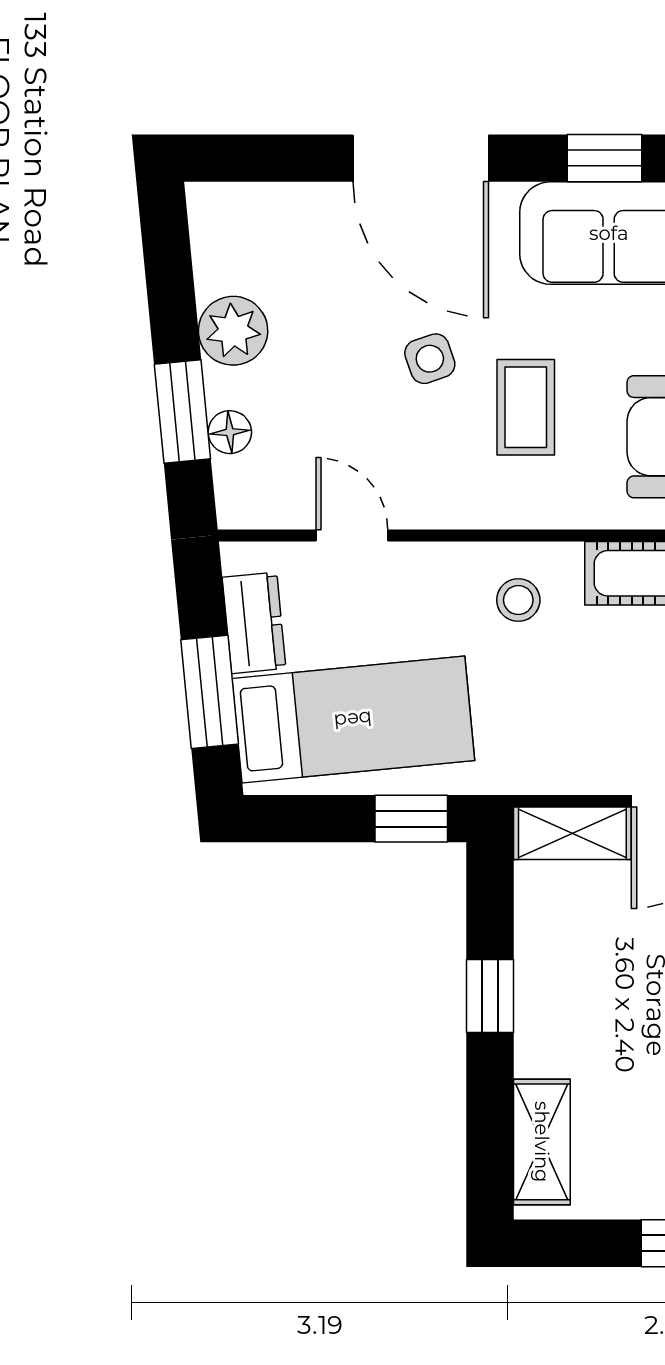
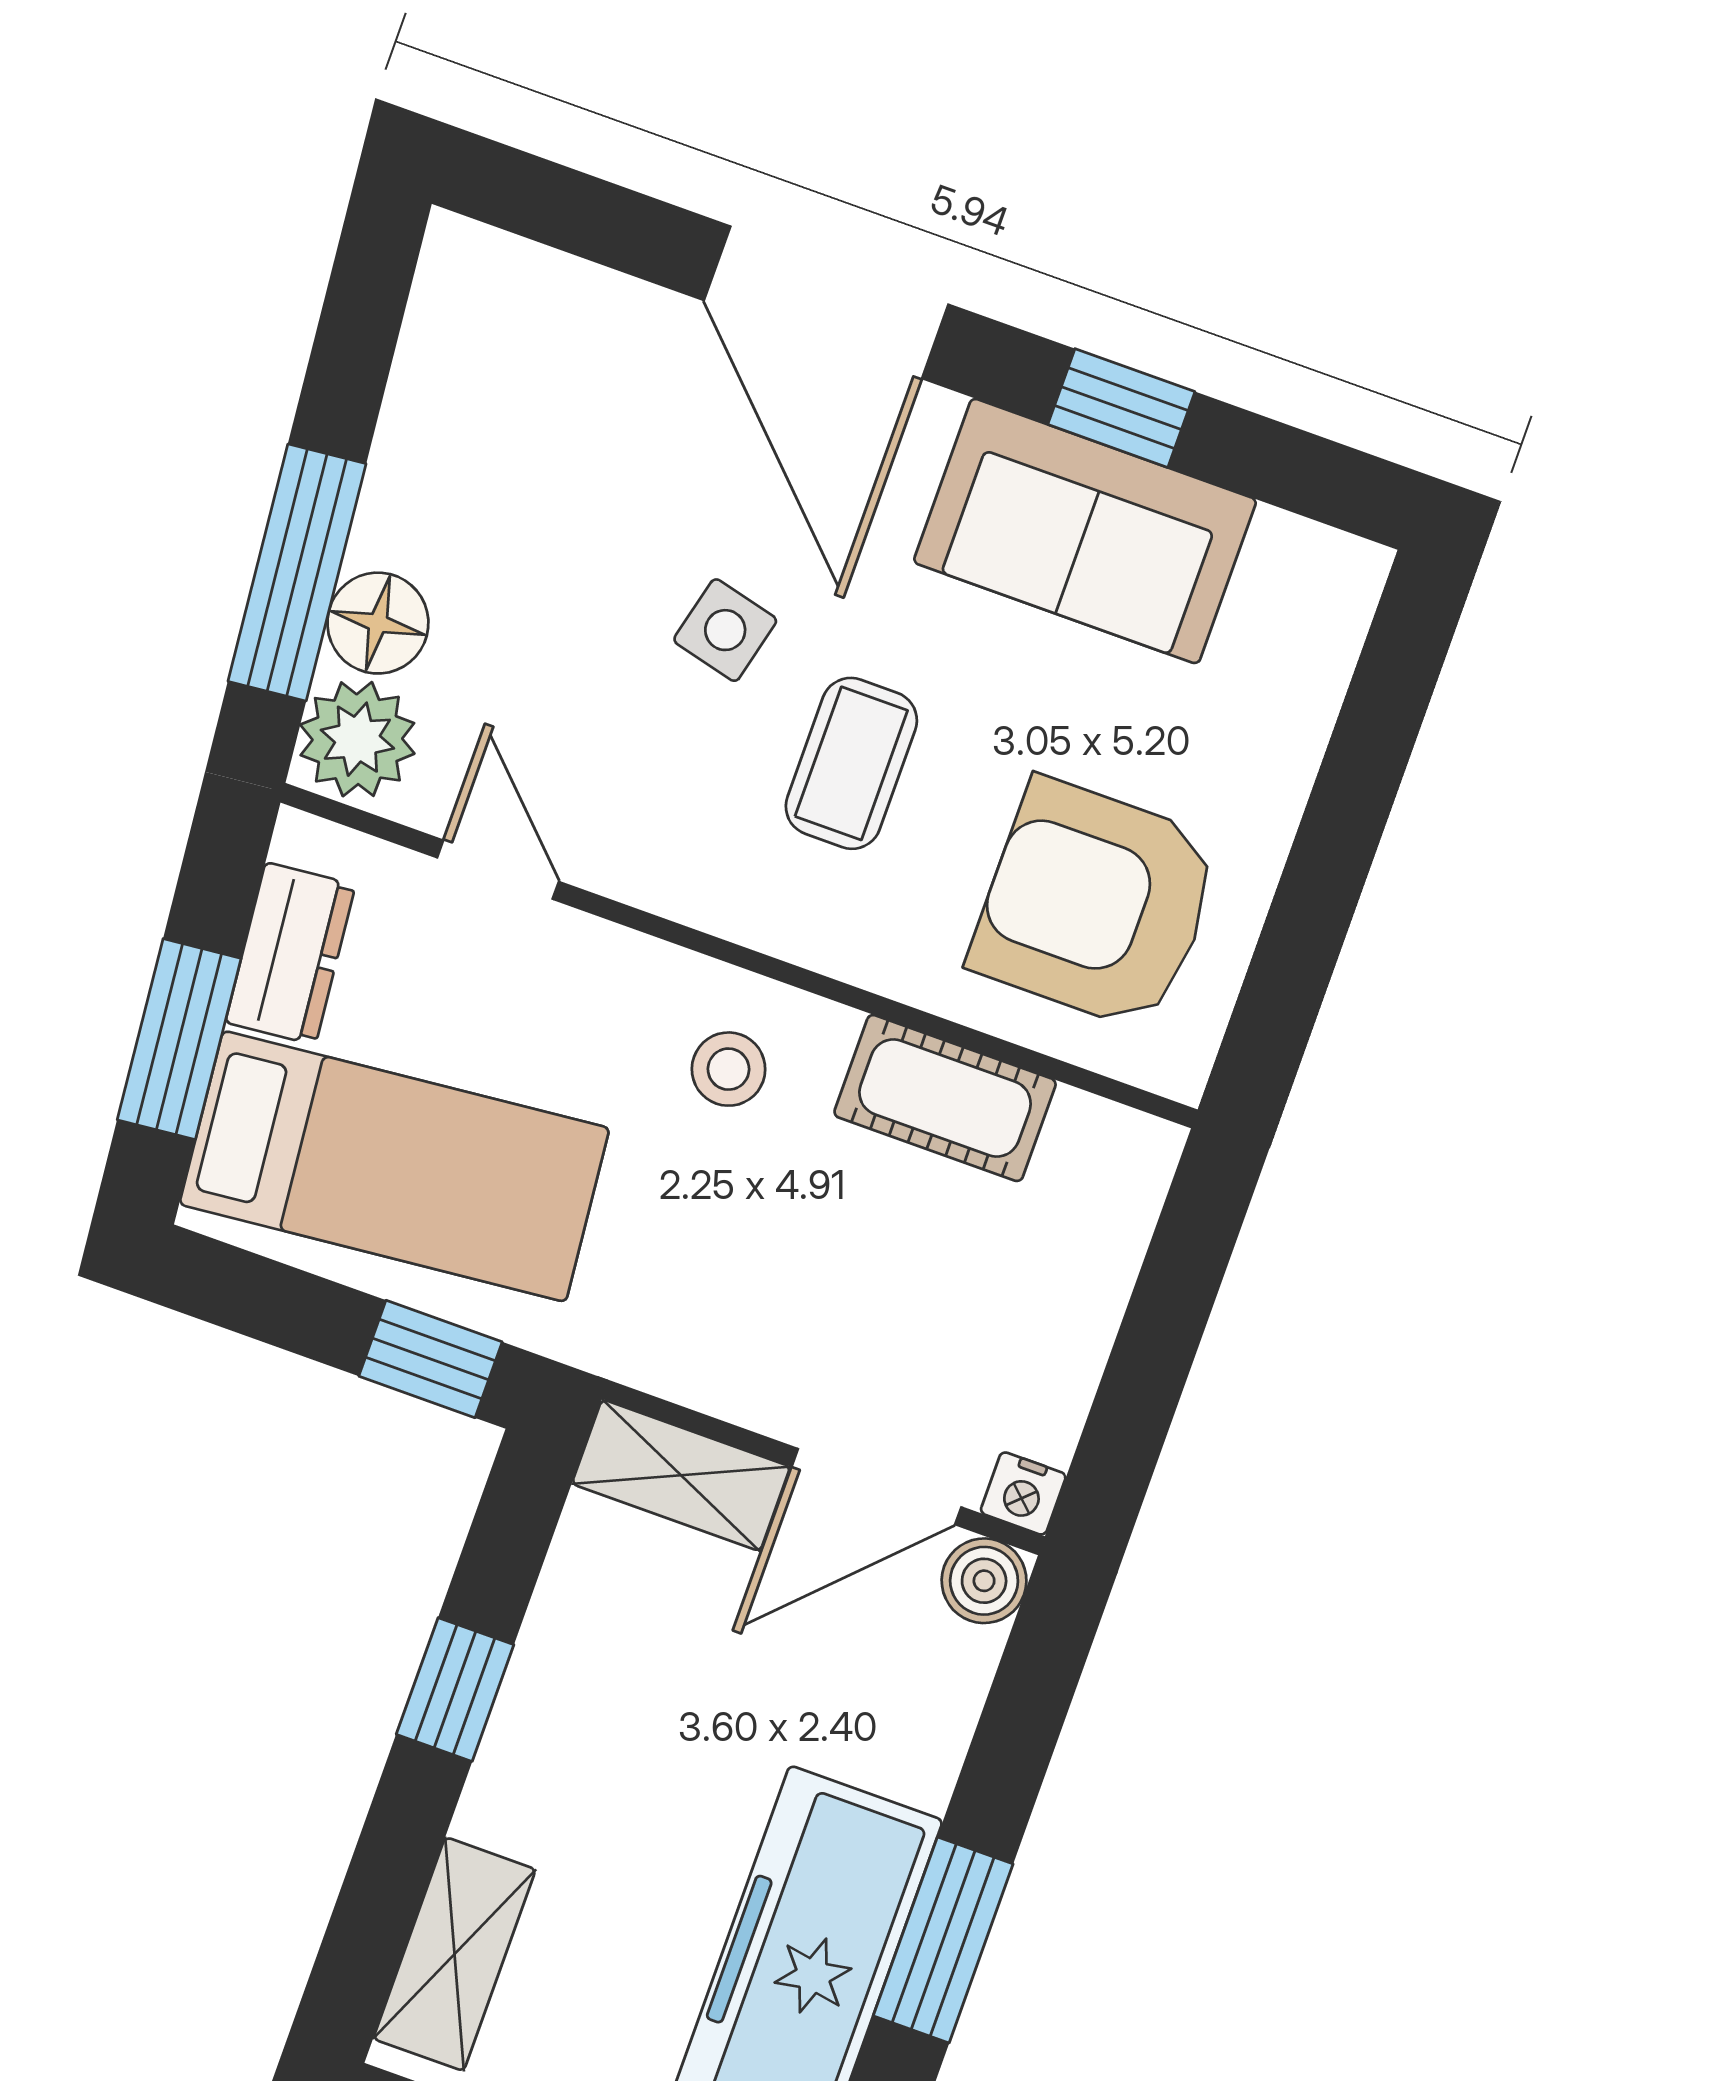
plant: (233, 331) -> (357, 739), moved
side table: (430, 359) -> (725, 630), turned 33
window: (182, 411) -> (297, 573), width x1.44
floor lamp: (230, 432) -> (378, 623), width x1.37, depth x1.37

